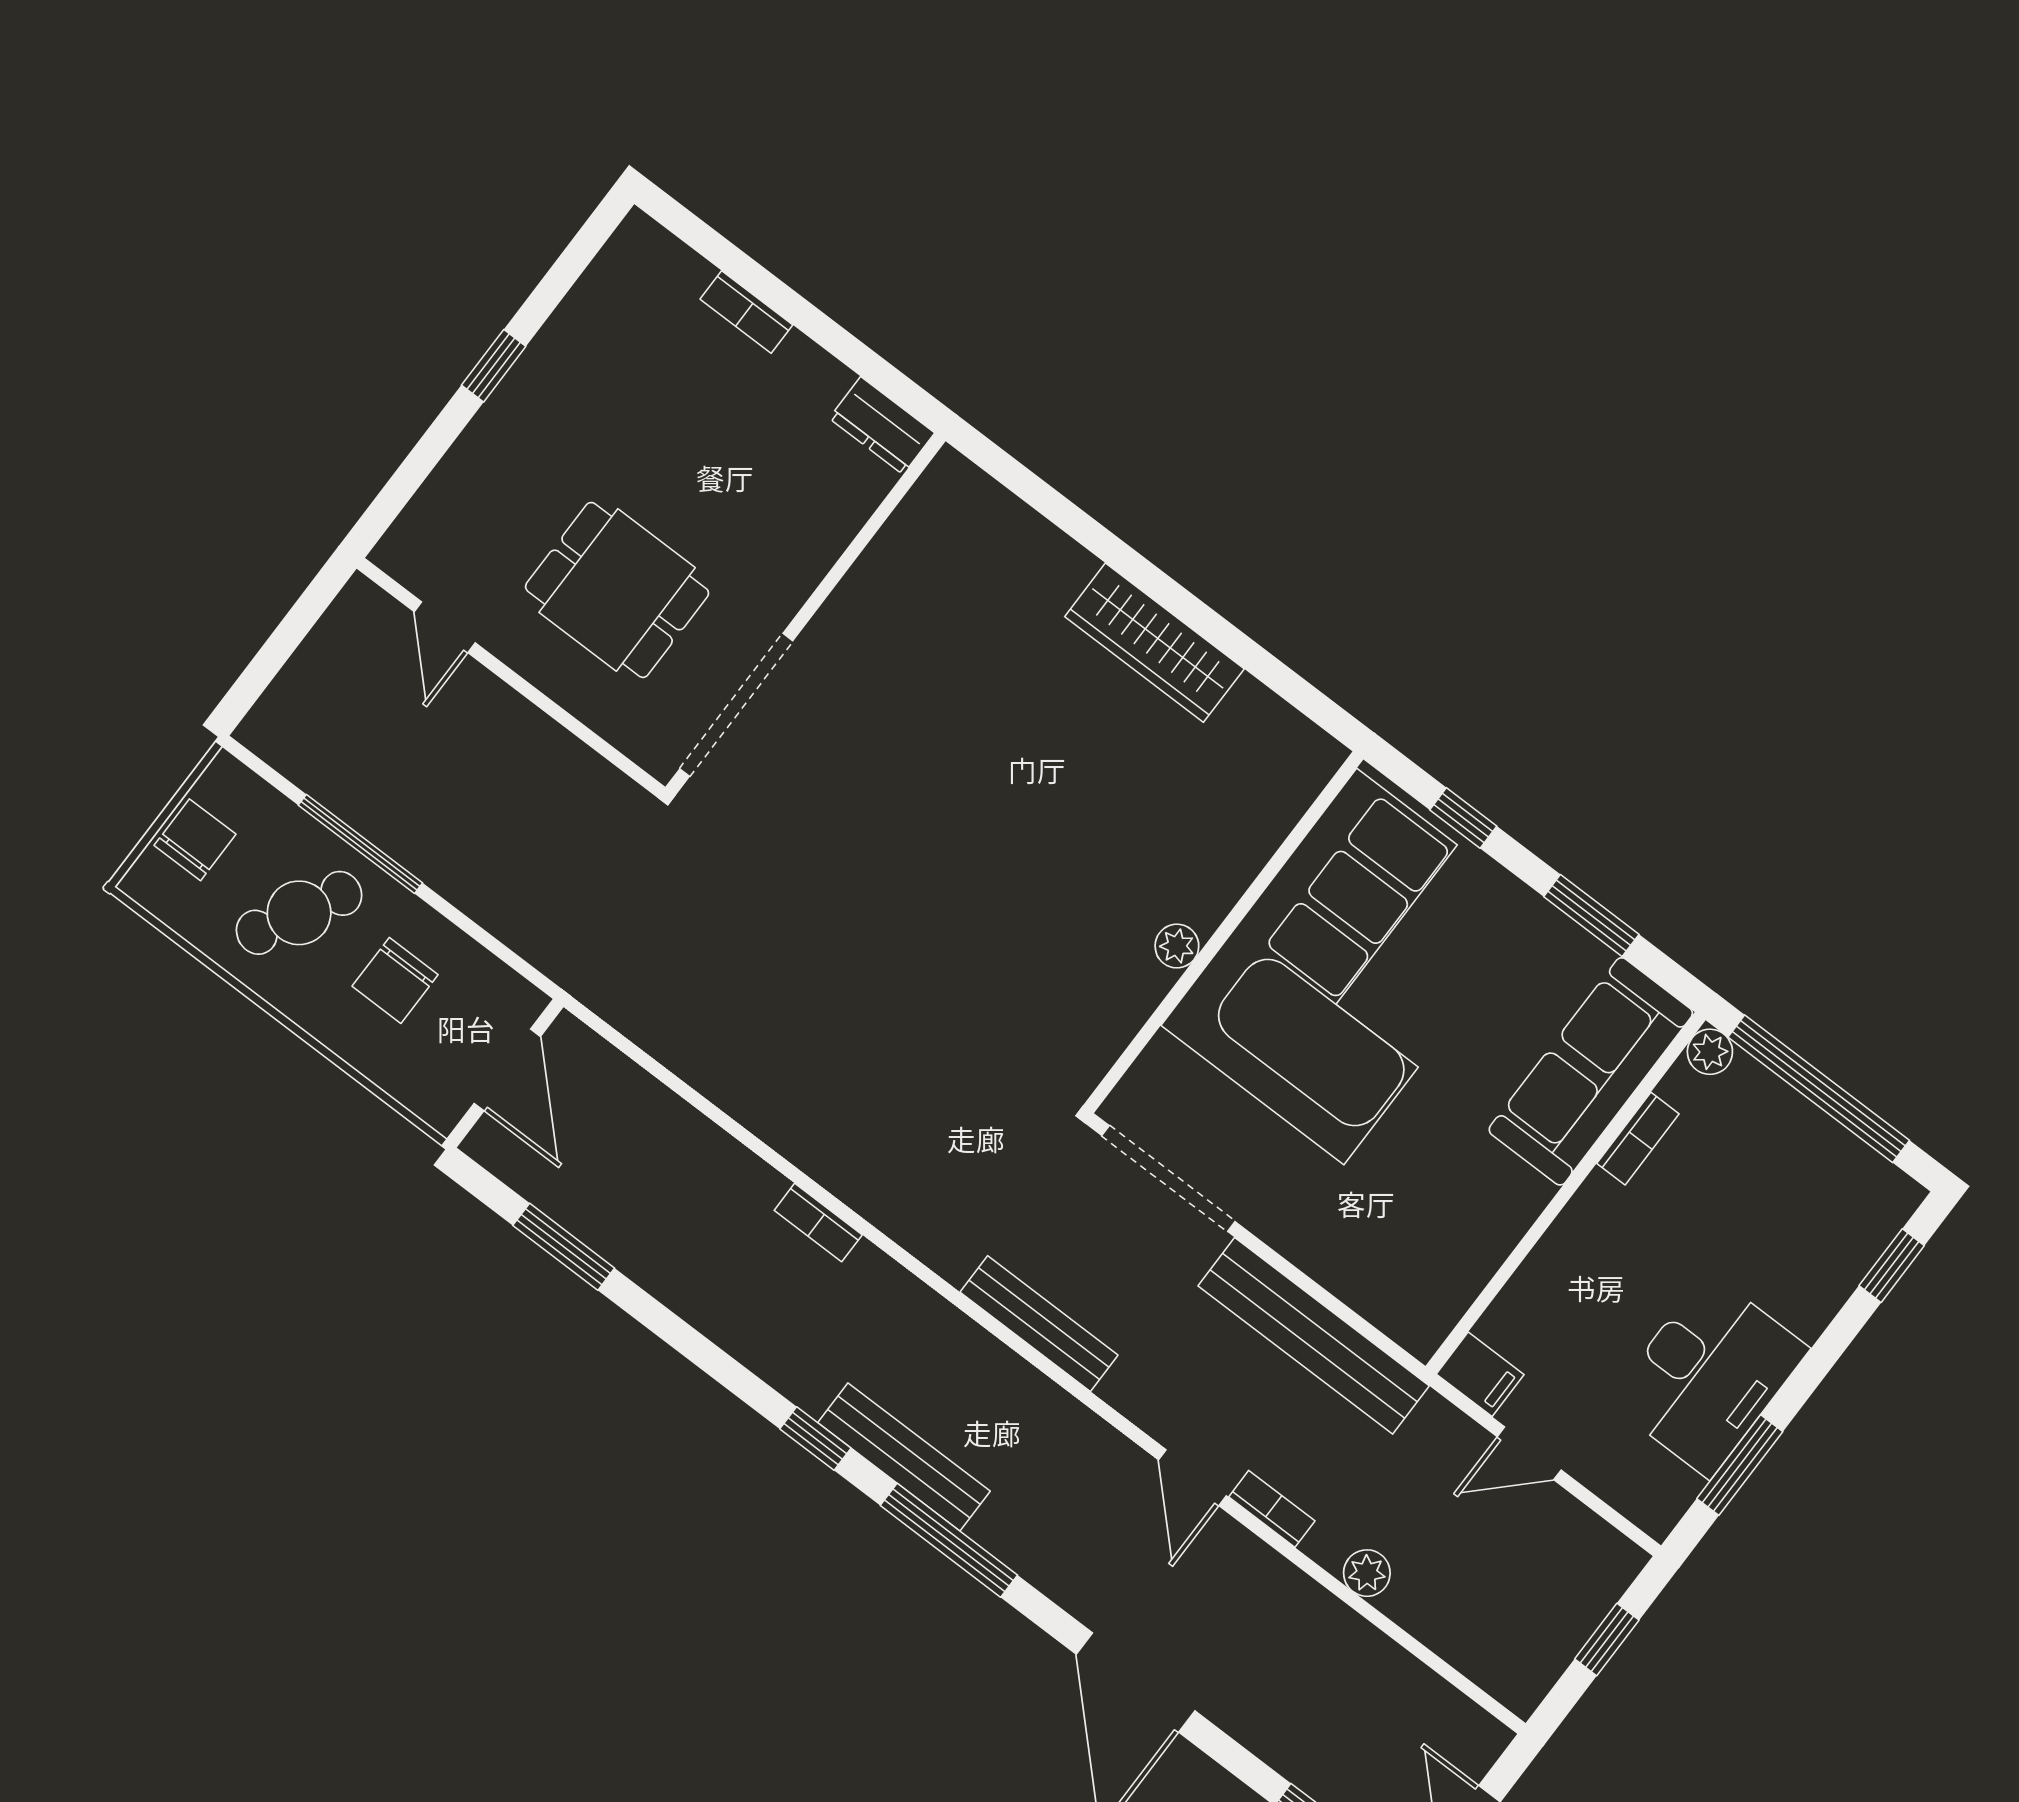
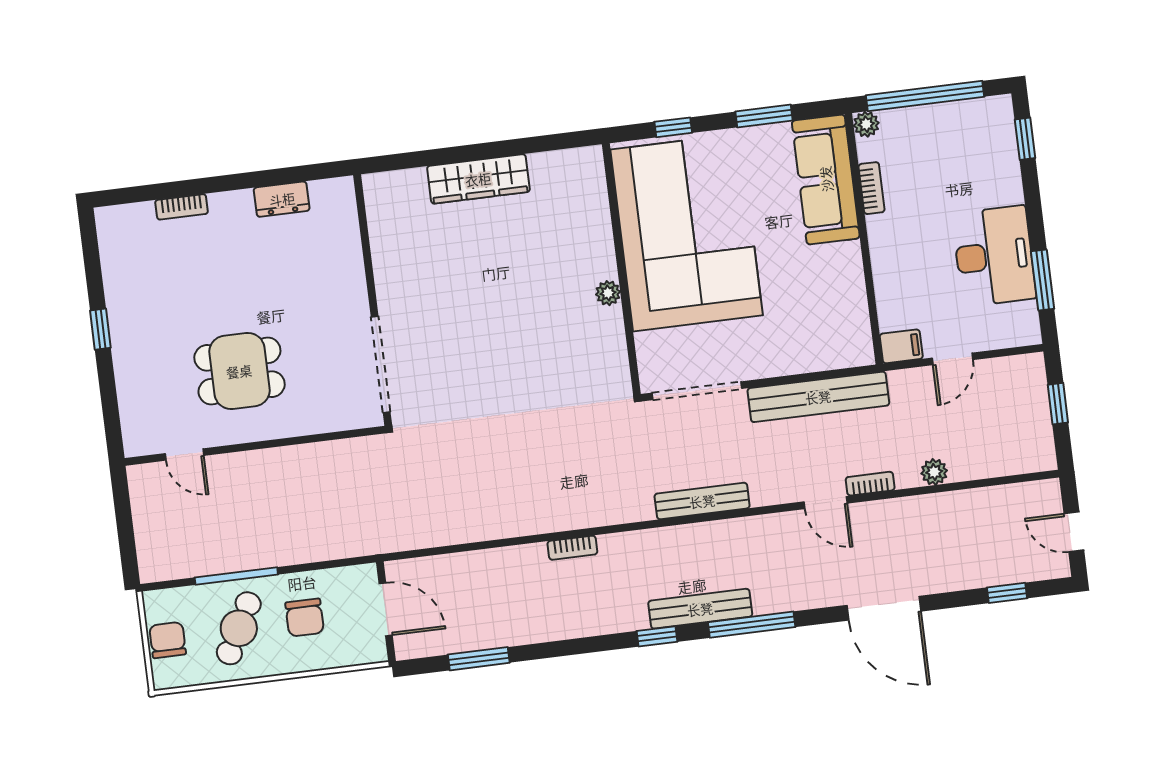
wall: (805, 614) -> (373, 300), moved
doorway: (736, 705) -> (381, 364), moved

